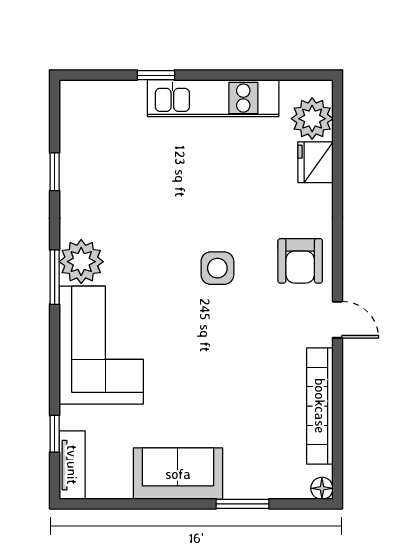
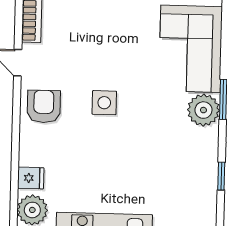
fridge: (315, 162) -> (31, 178), width x0.72

